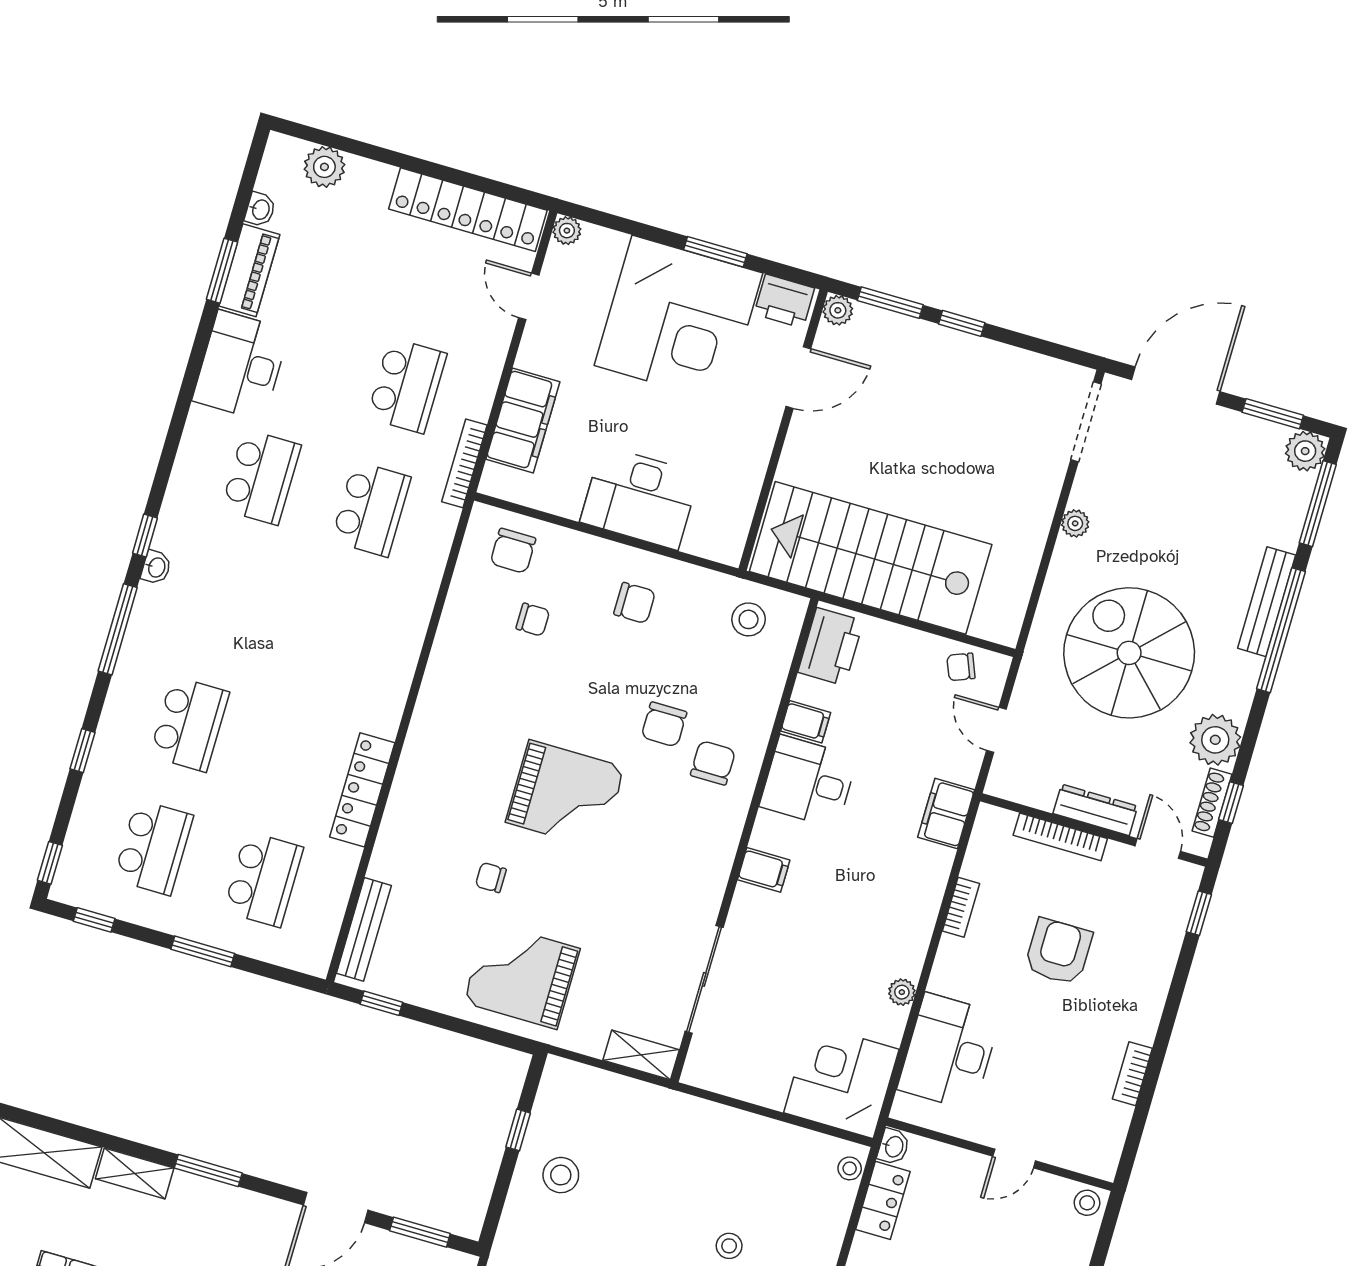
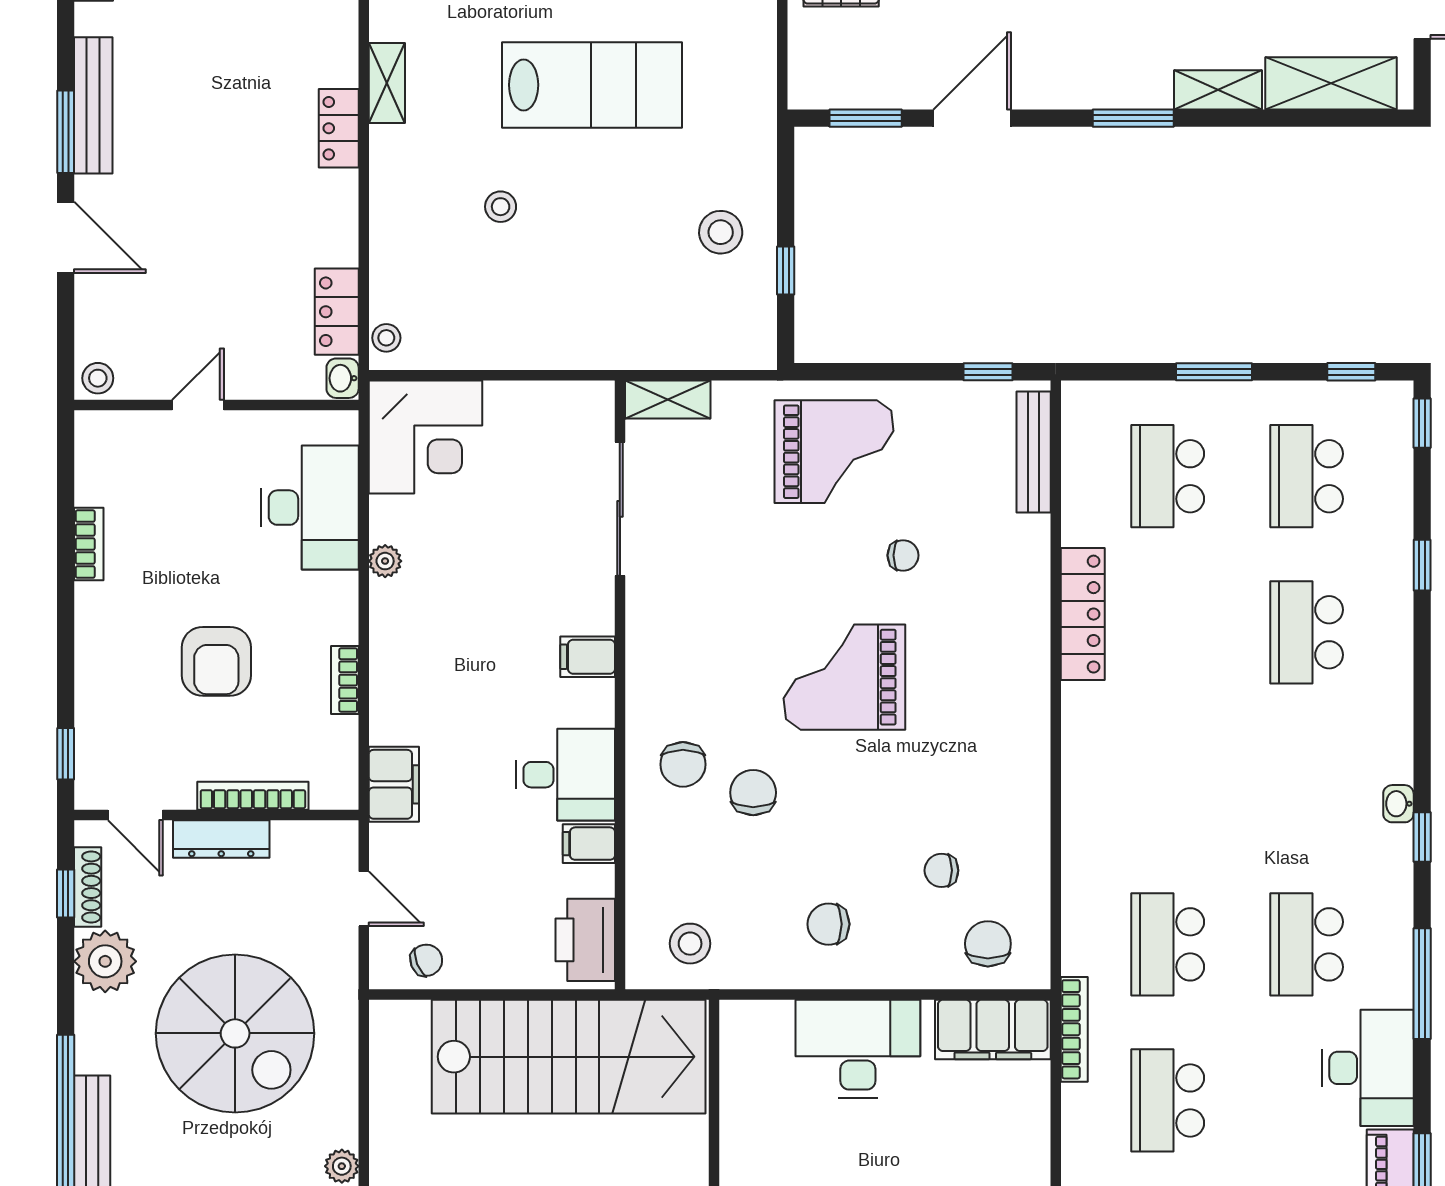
filing cabinet: (523, 420) -> (993, 1030), moved, turned -90
window: (118, 629) -> (1422, 984), moved

